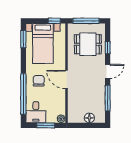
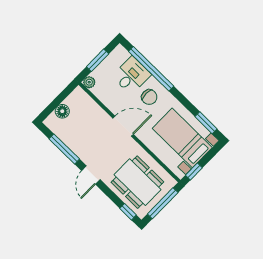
dining table: (88, 44) -> (137, 182), width x1.38
window: (108, 48) -> (128, 212), moved
desk: (36, 112) -> (131, 75), moved, turned 90

